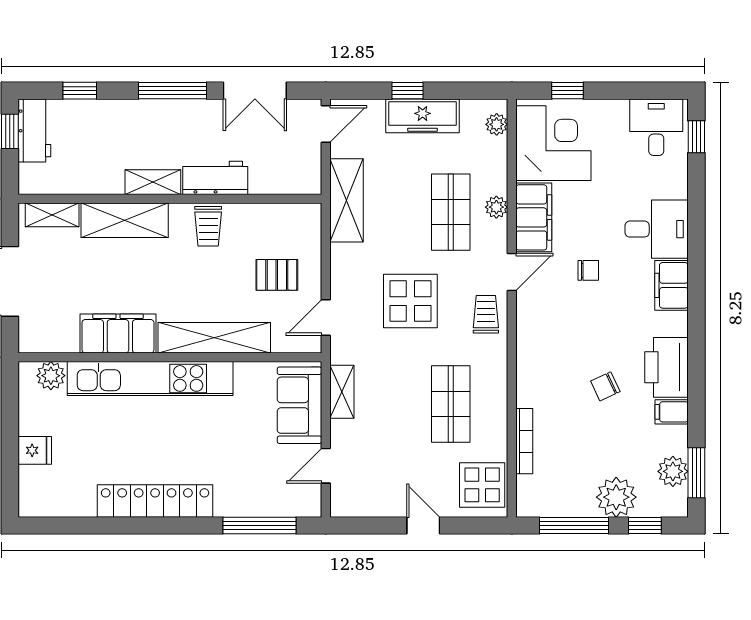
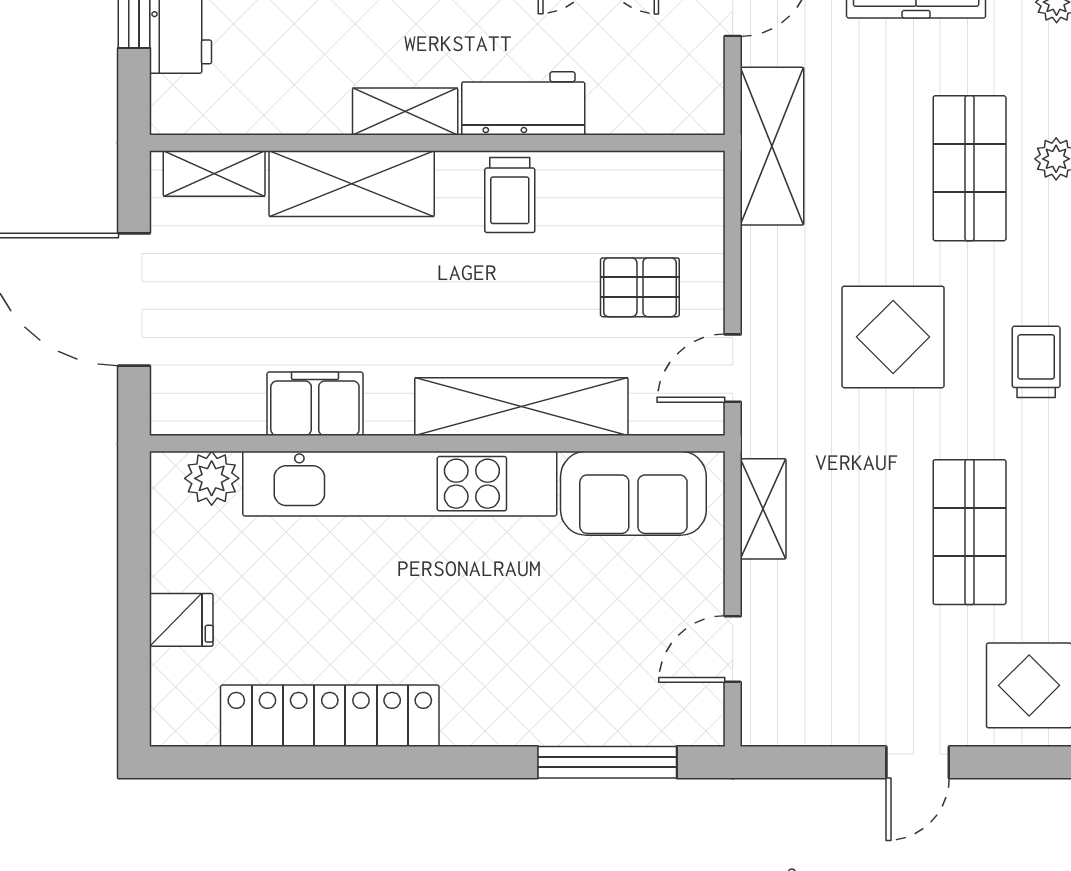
filing cabinet: (118, 334) -> (315, 404), width x0.67, depth x0.86
sofa: (299, 405) -> (633, 493), moved, turned -90
locker: (155, 501) -> (330, 716), moved
door: (423, 525) -> (918, 762), swing flipped

